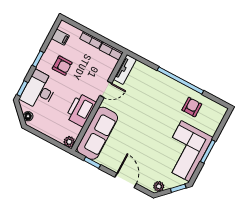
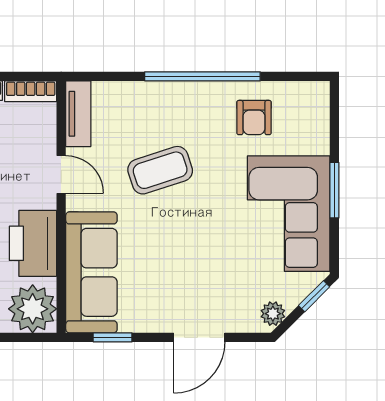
door: (106, 89) -> (61, 175), hinge flipped
armchair: (192, 107) -> (254, 118), turned 180
coffee table: (145, 108) -> (160, 170), added
plant: (69, 142) -> (33, 309), width x1.87, depth x1.87
door: (126, 180) -> (199, 337), swing flipped

